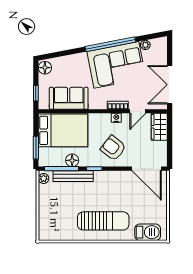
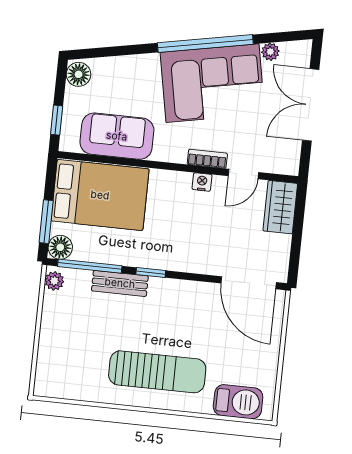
double door: (170, 85) -> (311, 105), moved
armchair: (113, 148) -> (190, 238), removed
floor lamp: (72, 160) -> (60, 247), moved
bench: (73, 176) -> (120, 283), width x0.73

